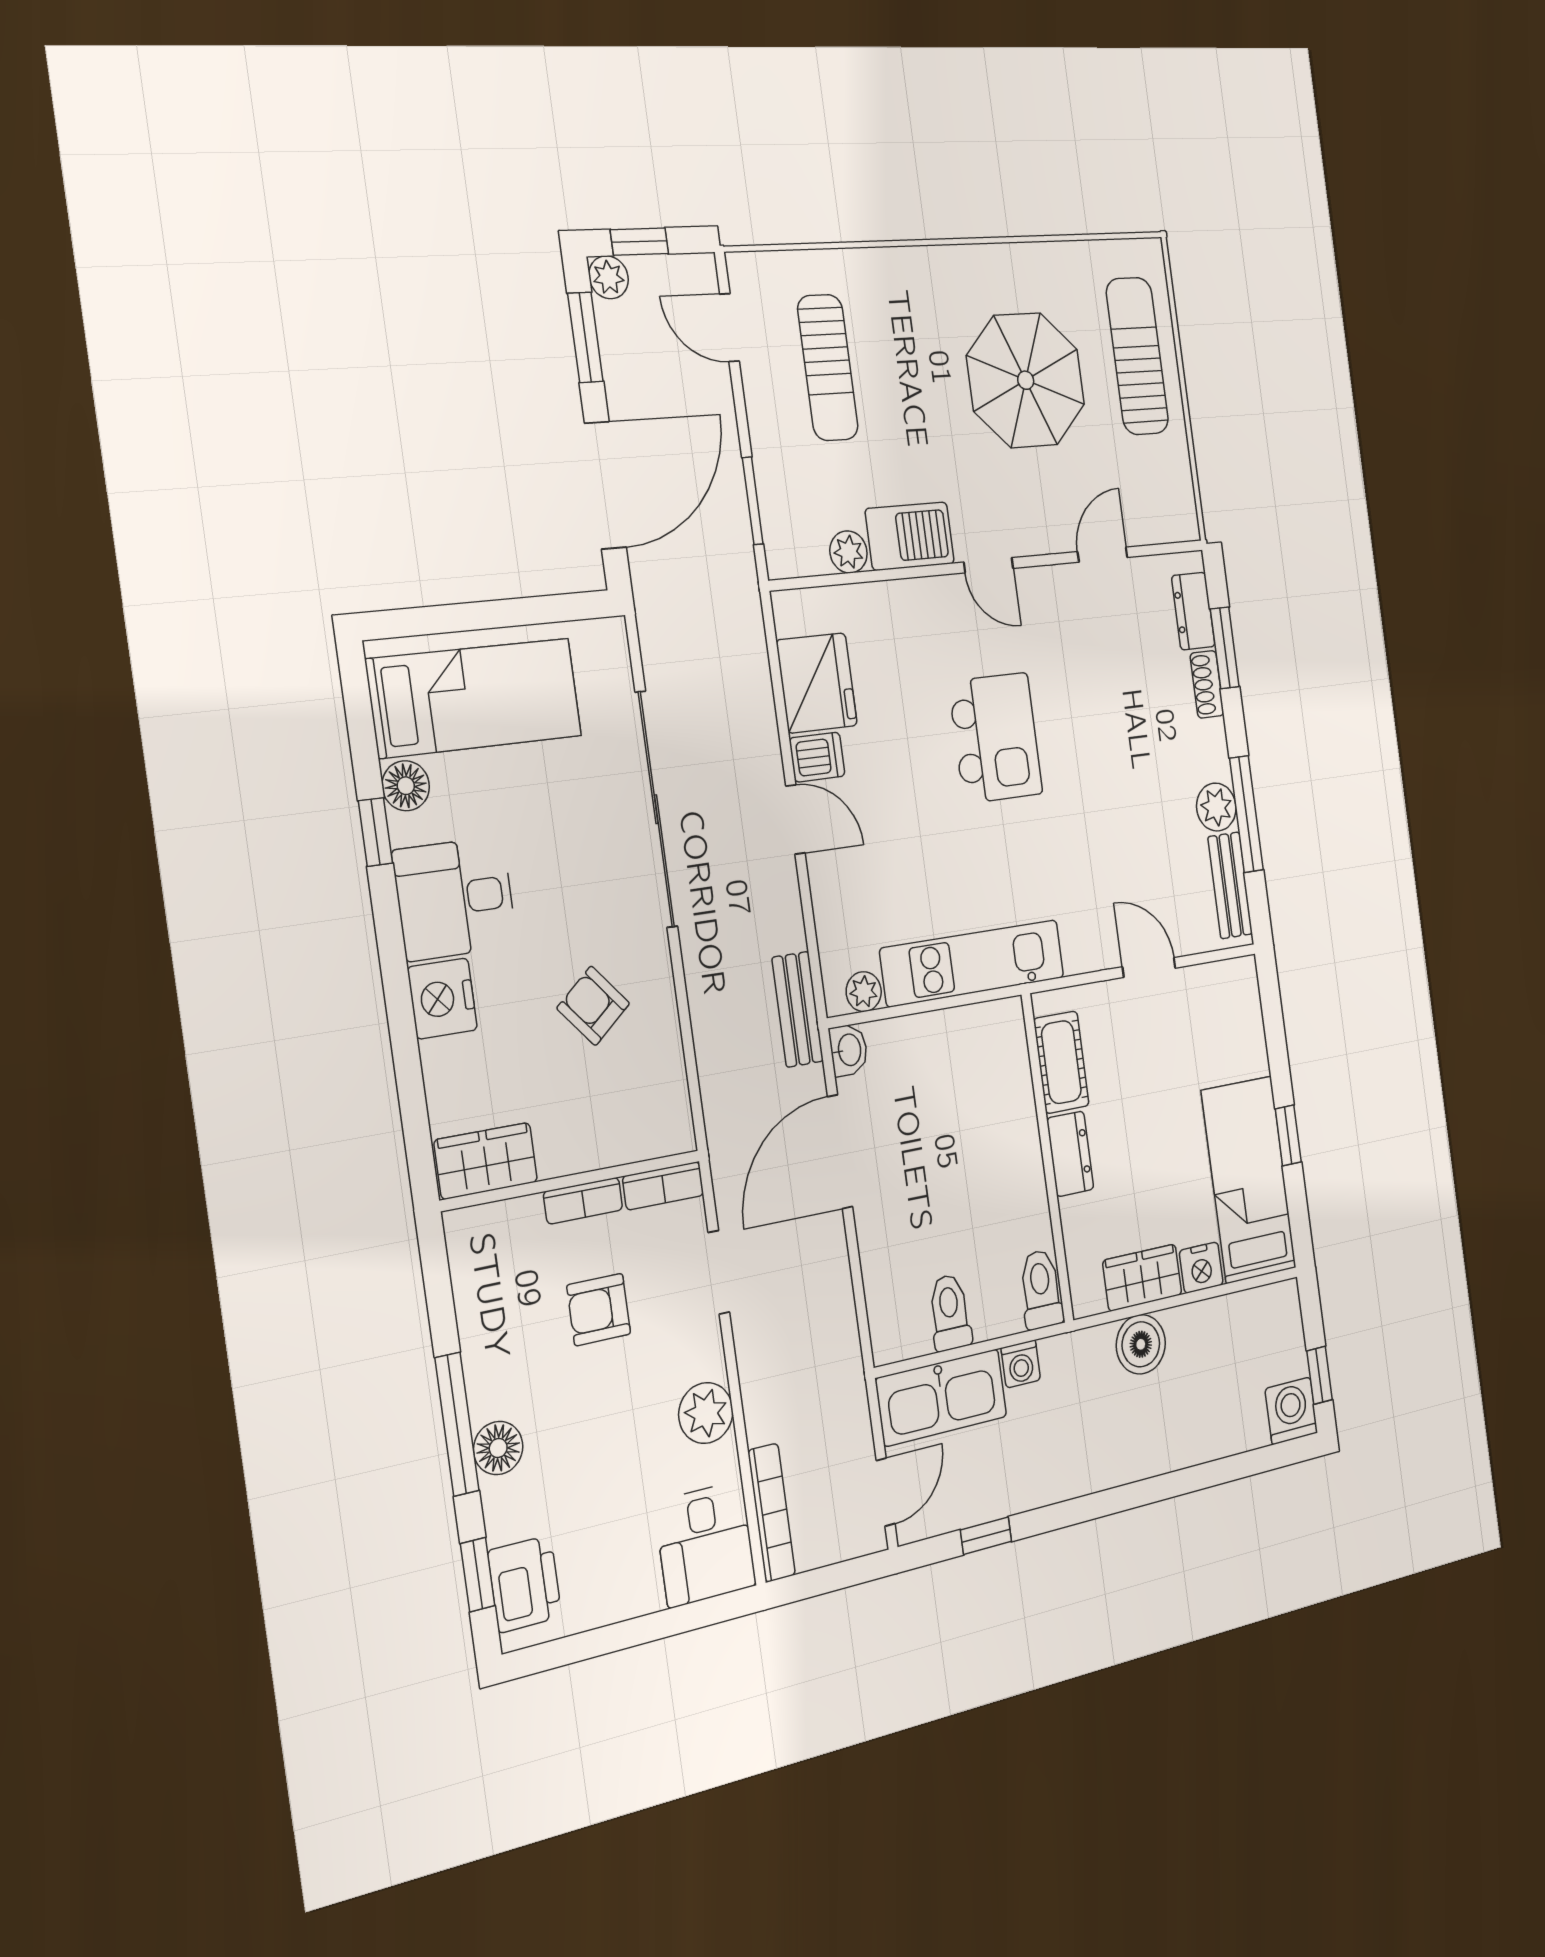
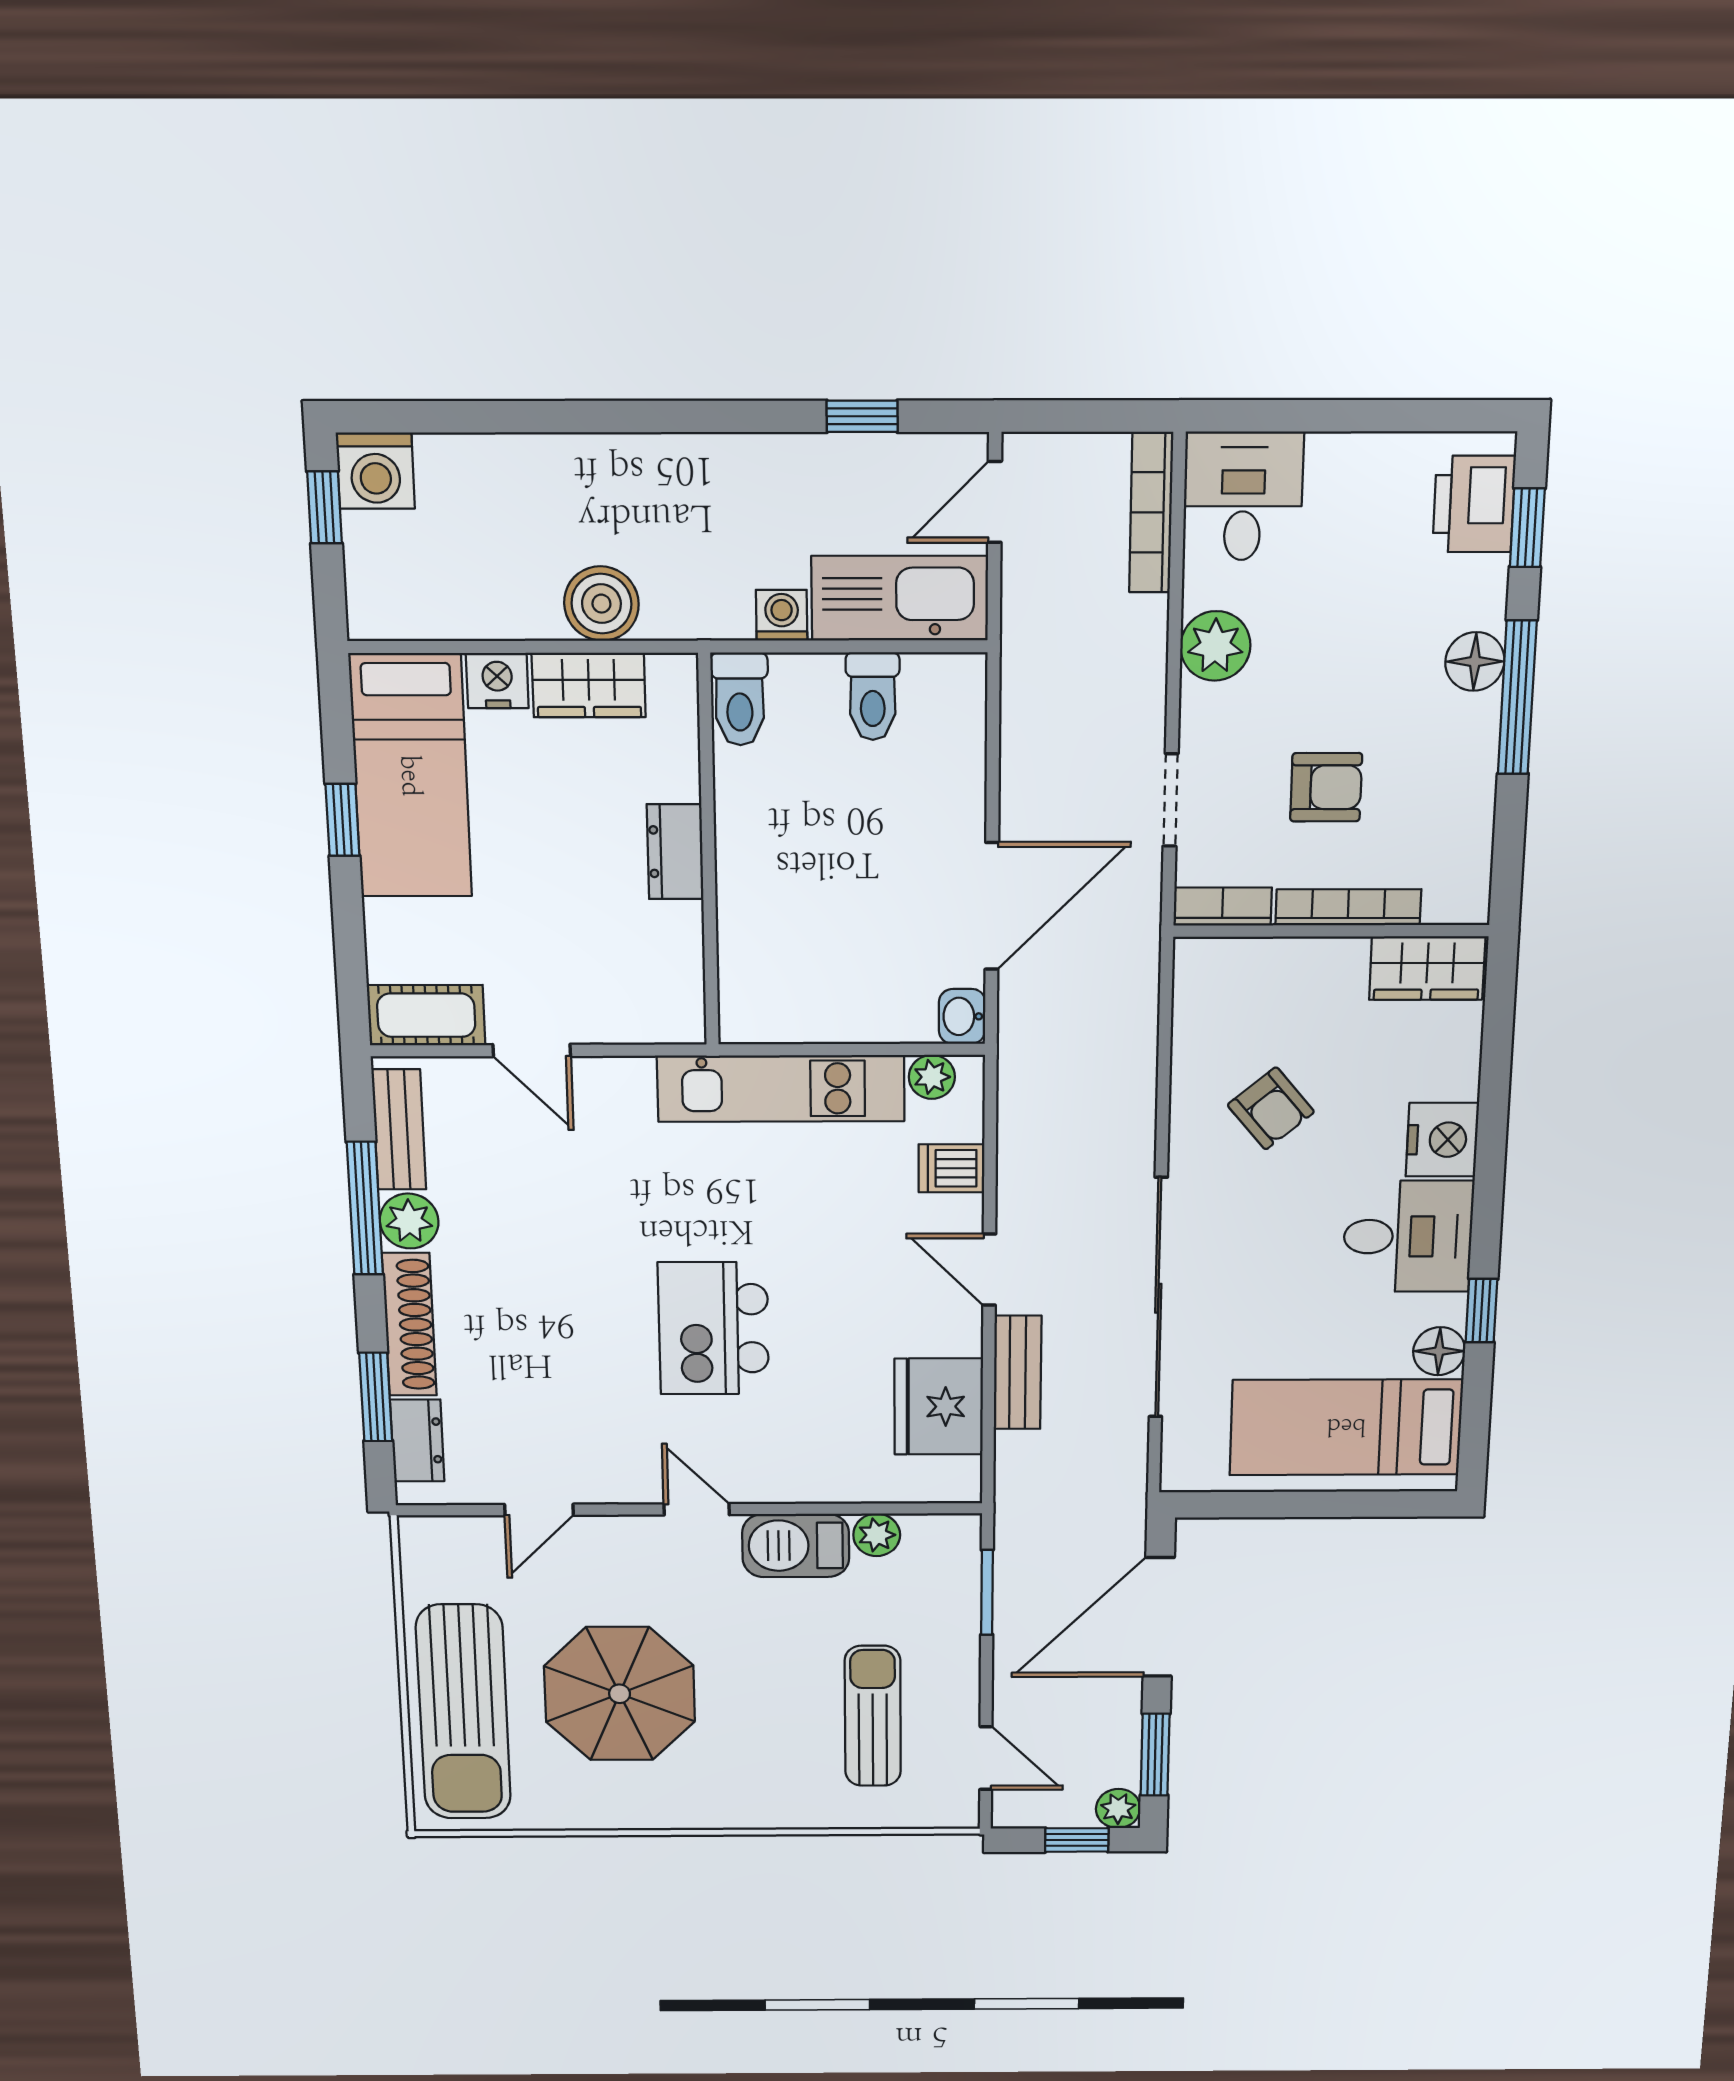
sun lounger: (1137, 356) -> (463, 1712), width x1.36, depth x1.34
shoe rack: (1207, 684) -> (409, 1325), width x1.94, depth x1.24
dishwasher: (817, 757) -> (951, 1168), moved
bench: (798, 1009) -> (1018, 1372), moved
cot: (1061, 1062) -> (426, 1015), moved, turned 90
bookcase: (583, 1201) -> (1348, 907), width x1.56

